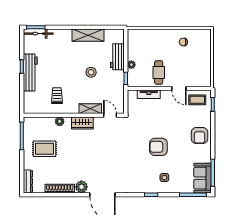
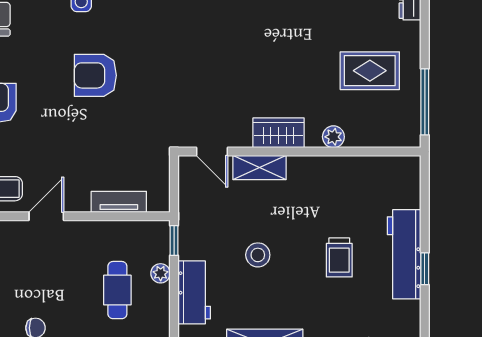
cafe table: (159, 72) -> (117, 290), moved
door: (179, 88) -> (46, 216), hinge flipped
trolley: (57, 96) -> (339, 257), moved
armchair: (158, 147) -> (95, 75), turned 180

